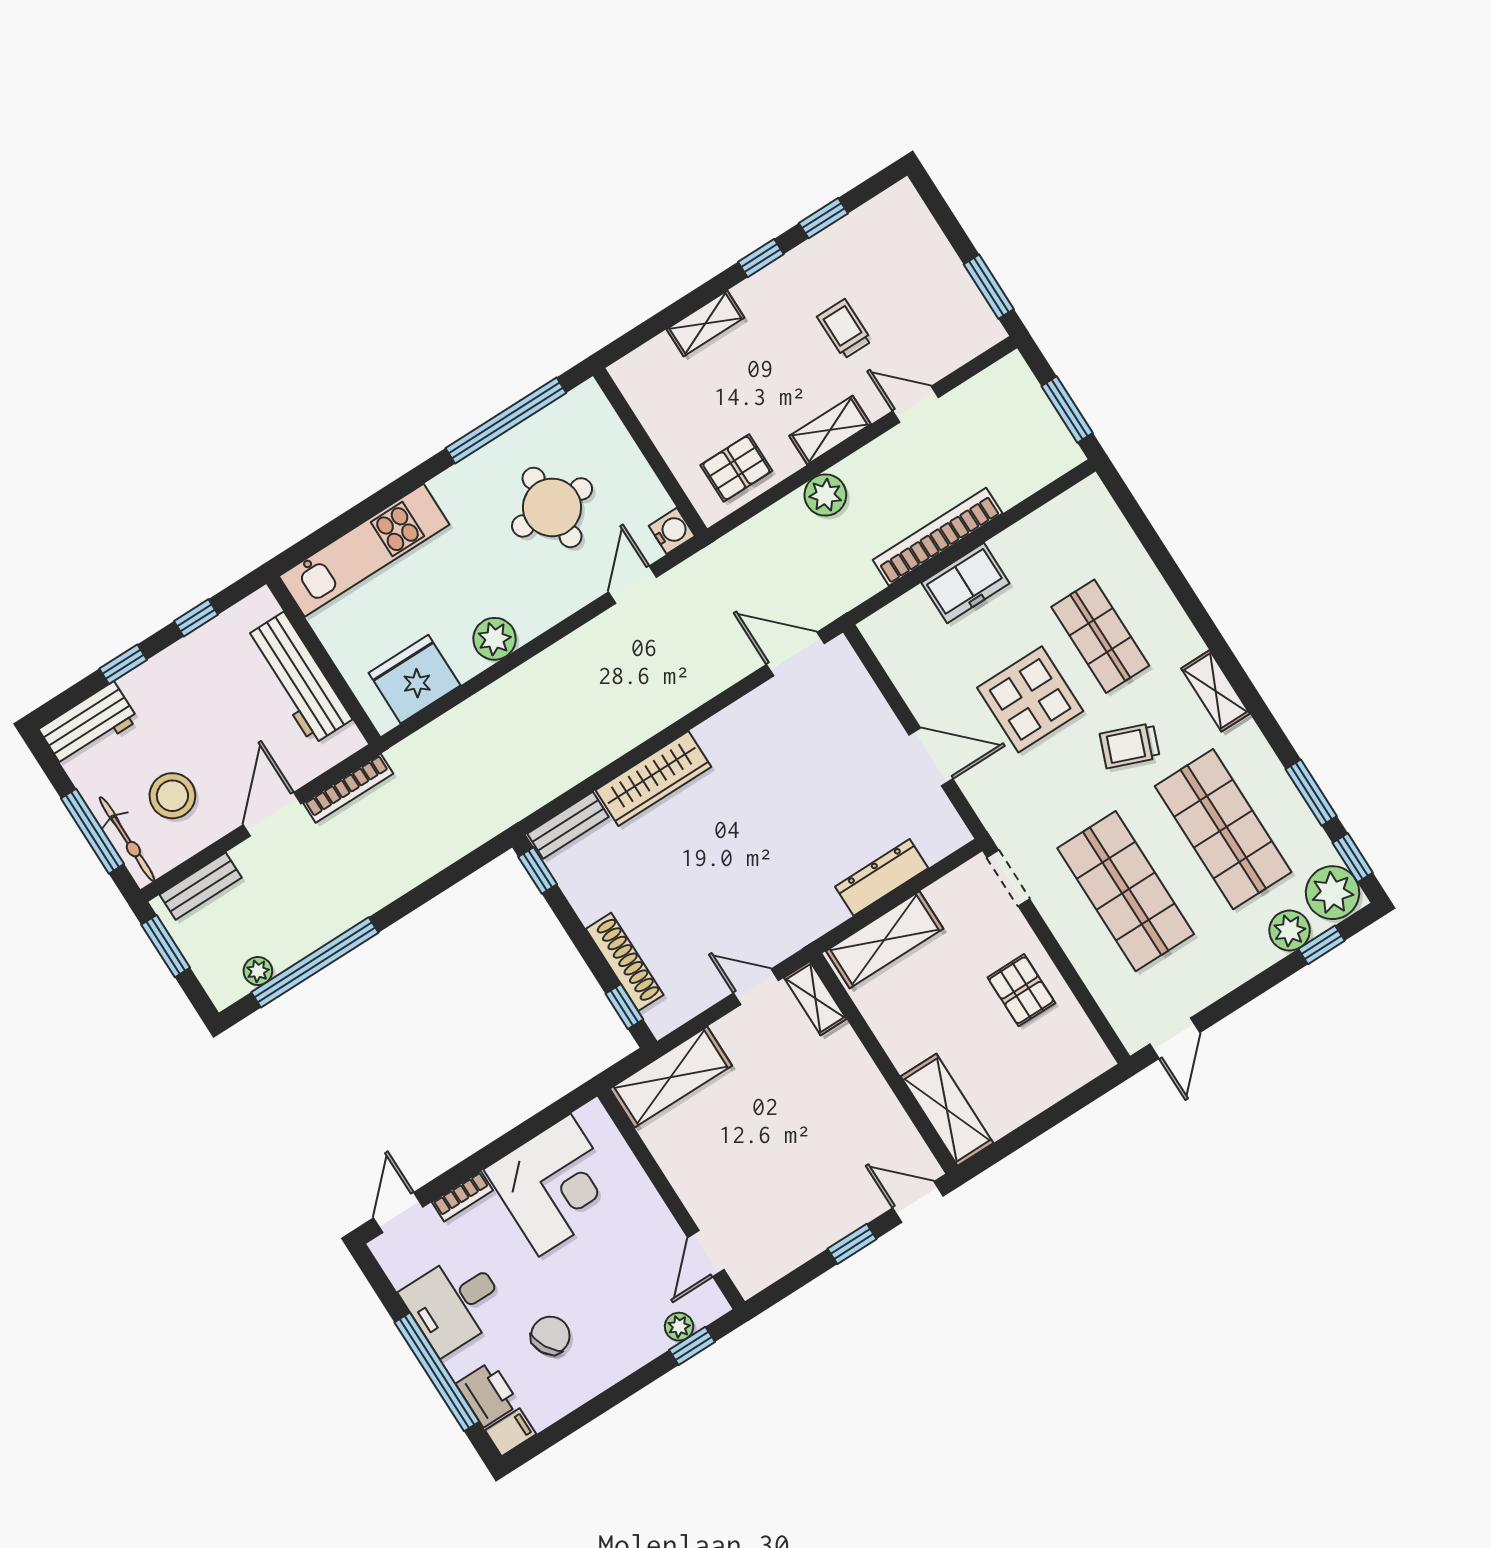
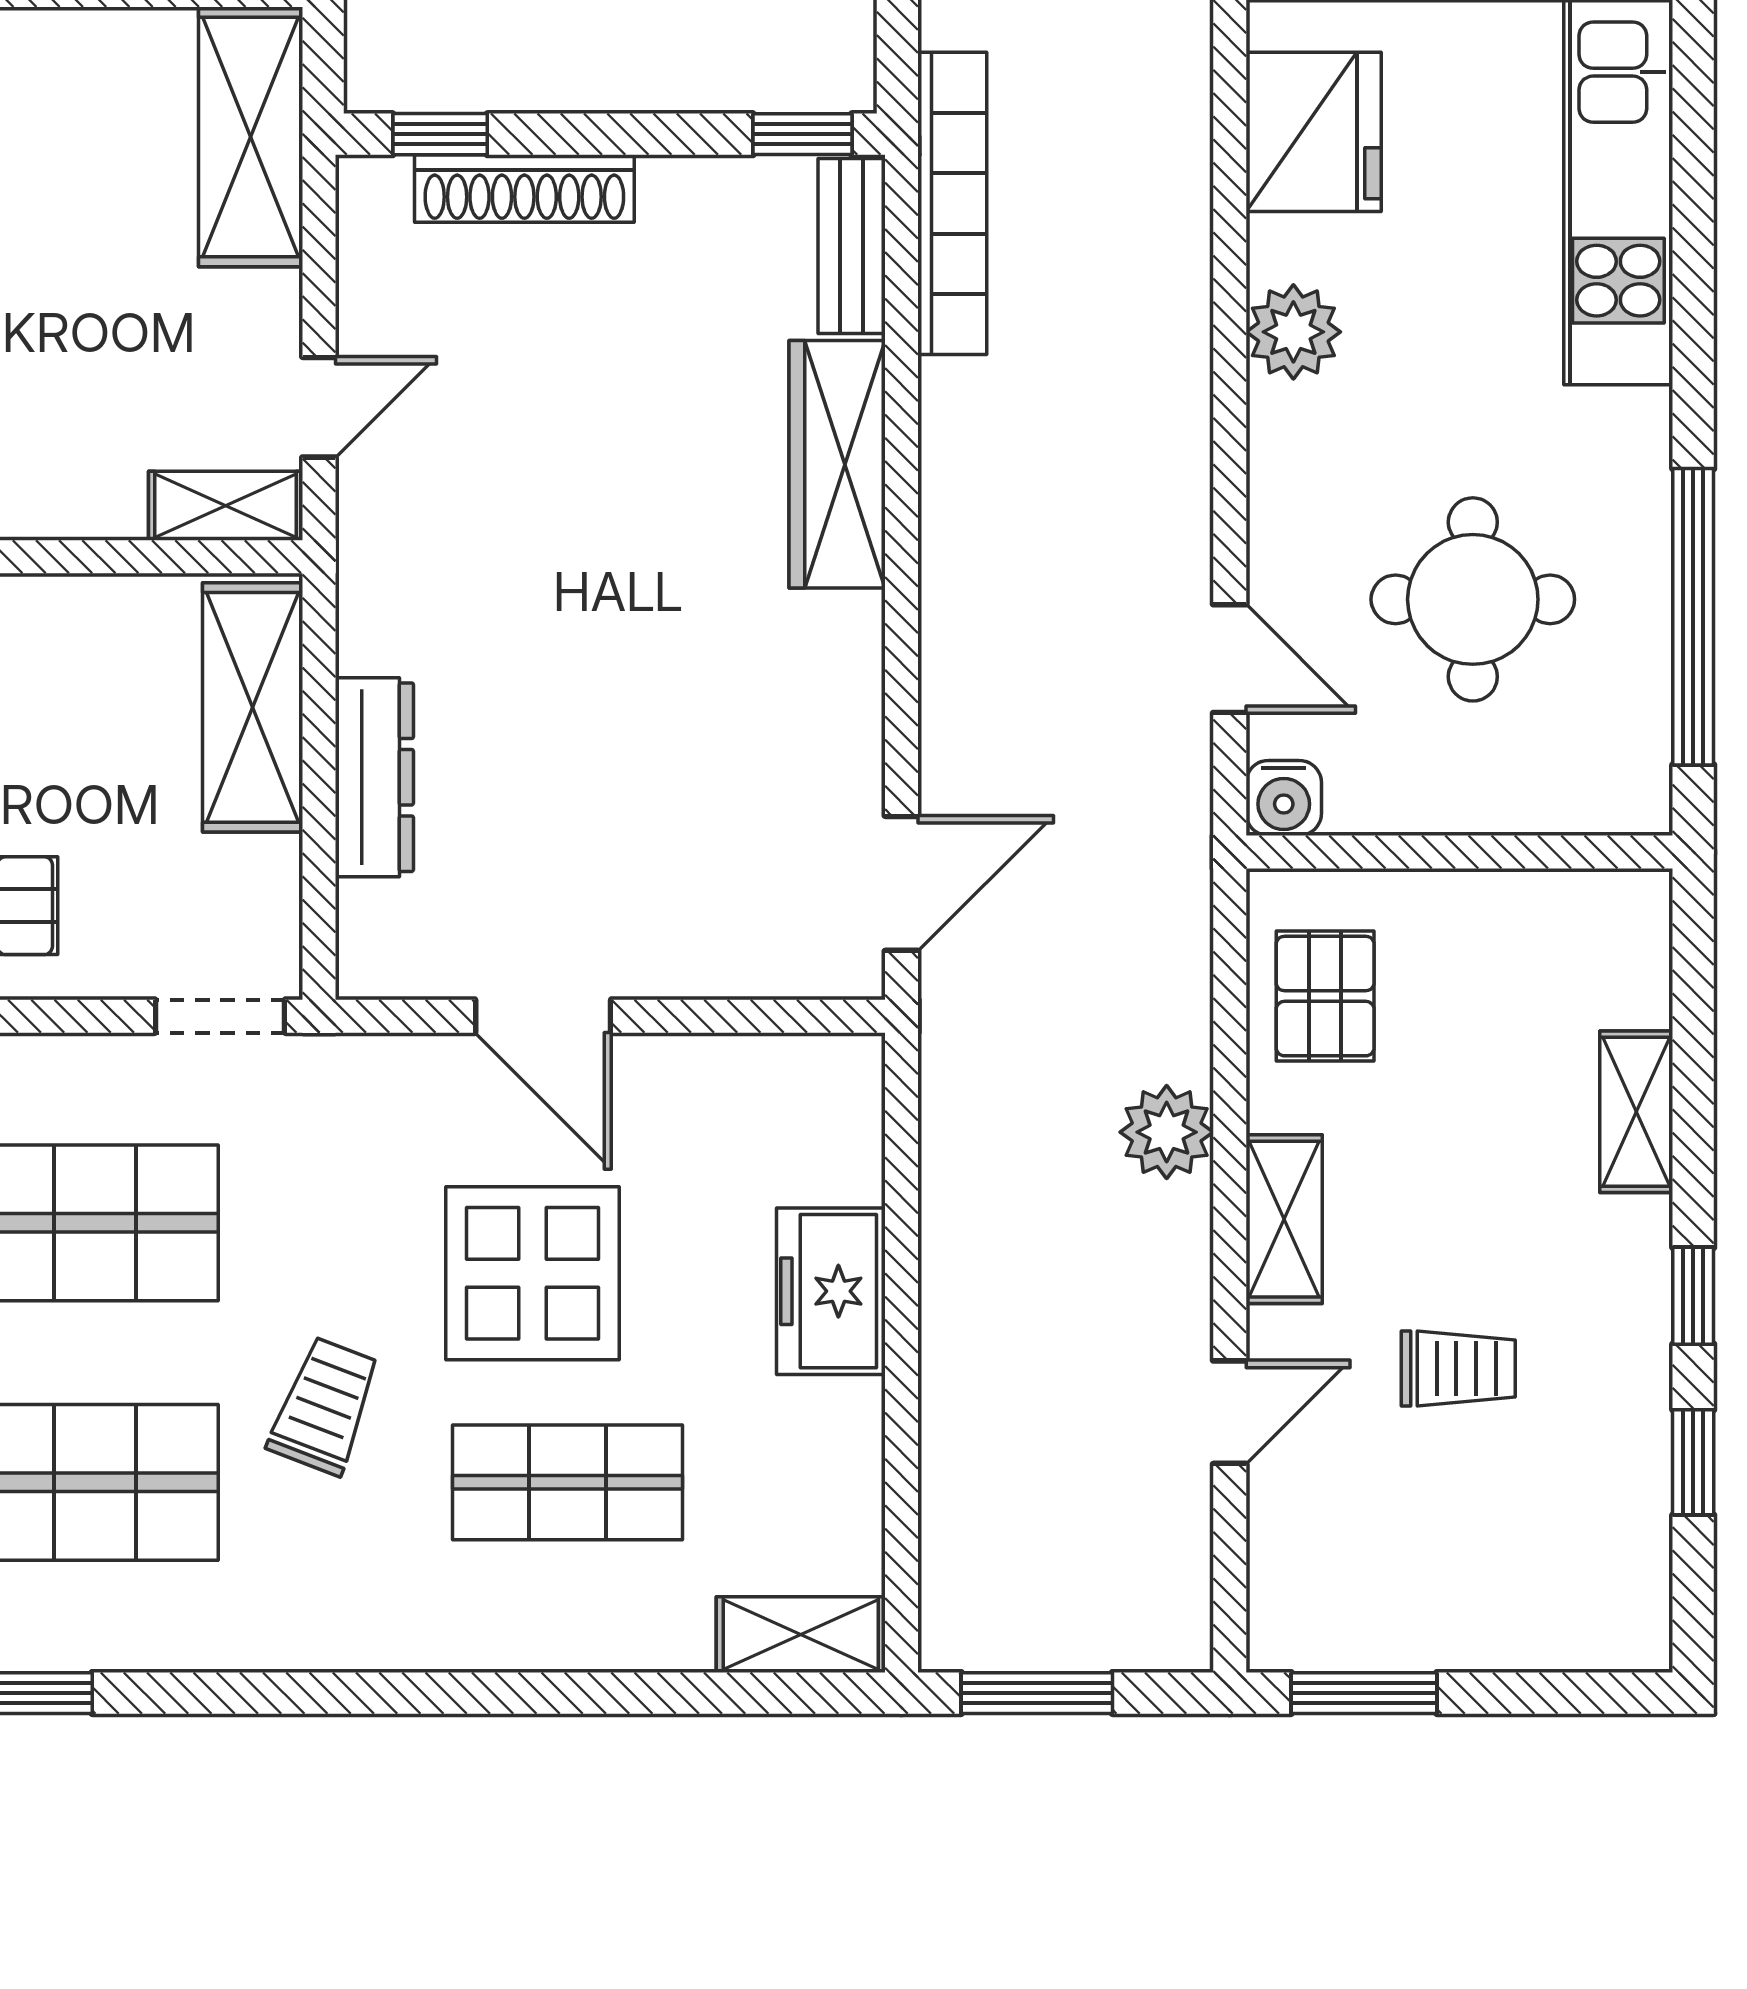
bookcase: (938, 537) -> (952, 203), moved
shelving: (1215, 691) -> (801, 1635), moved
door: (931, 757) -> (543, 1016), hinge flipped

